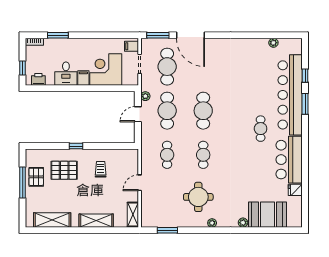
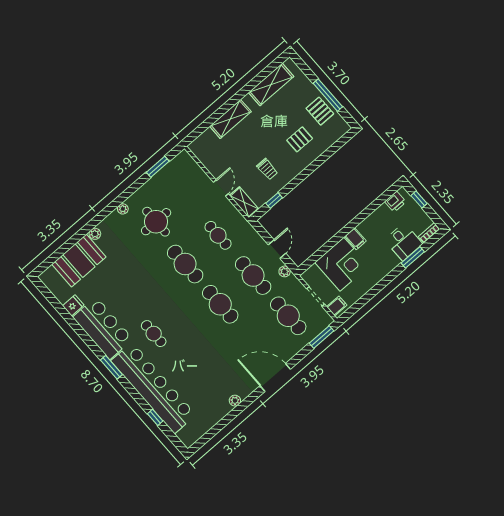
door: (190, 35) -> (275, 377), moved
plant: (273, 43) -> (235, 401), moved
desk: (66, 74) -> (404, 242), moved, turned 180
window: (305, 104) -> (111, 367), moved
window: (76, 146) -> (274, 201), moved
cafe table: (203, 155) -> (185, 264), width x1.37, depth x1.35
pallet: (64, 170) -> (300, 139), width x0.67, depth x0.71
shelving: (133, 214) -> (244, 202), moved

